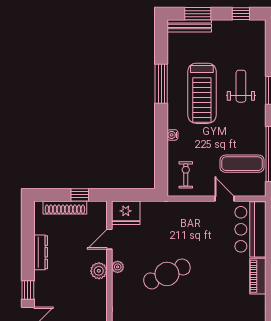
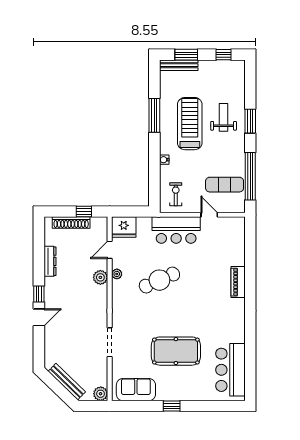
treadmill: (202, 93) -> (190, 124), turned 180
bar counter: (250, 229) -> (176, 230), moved, turned -90

